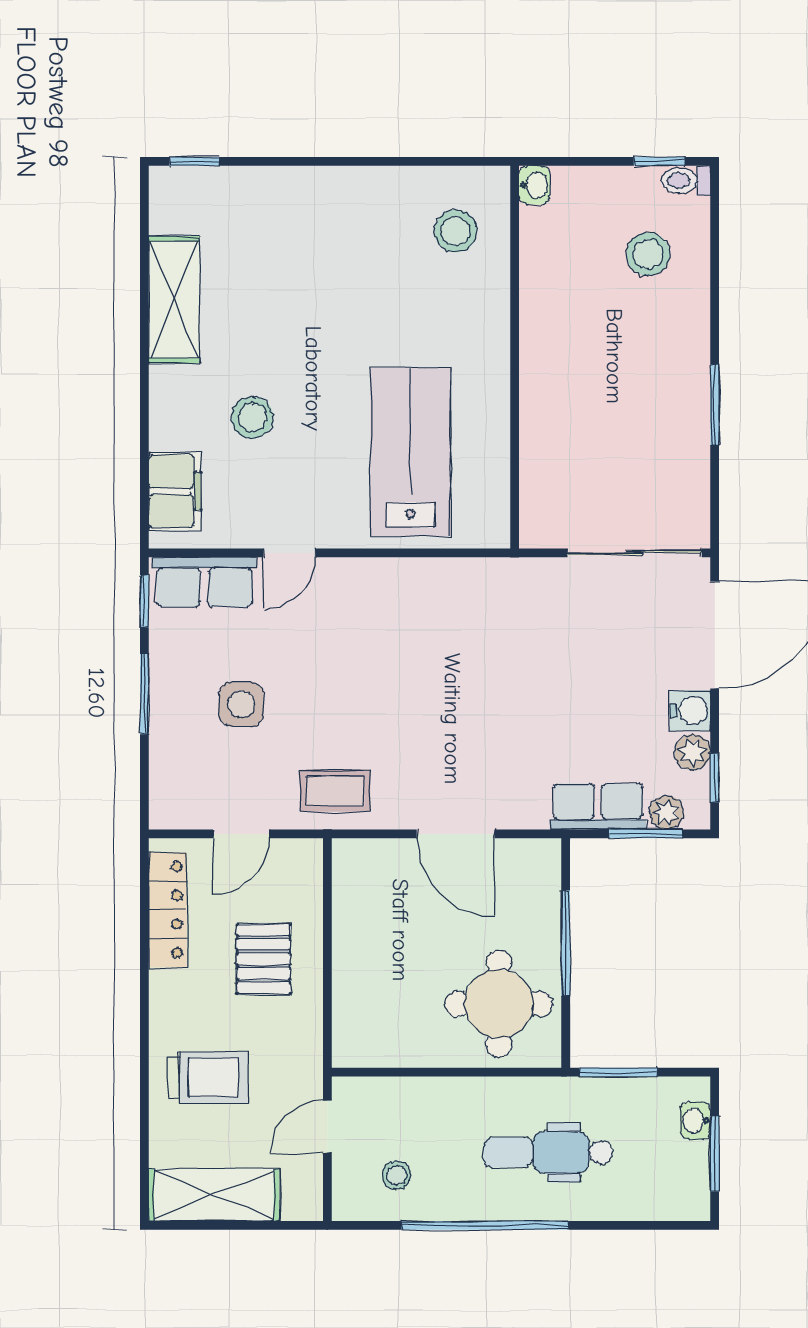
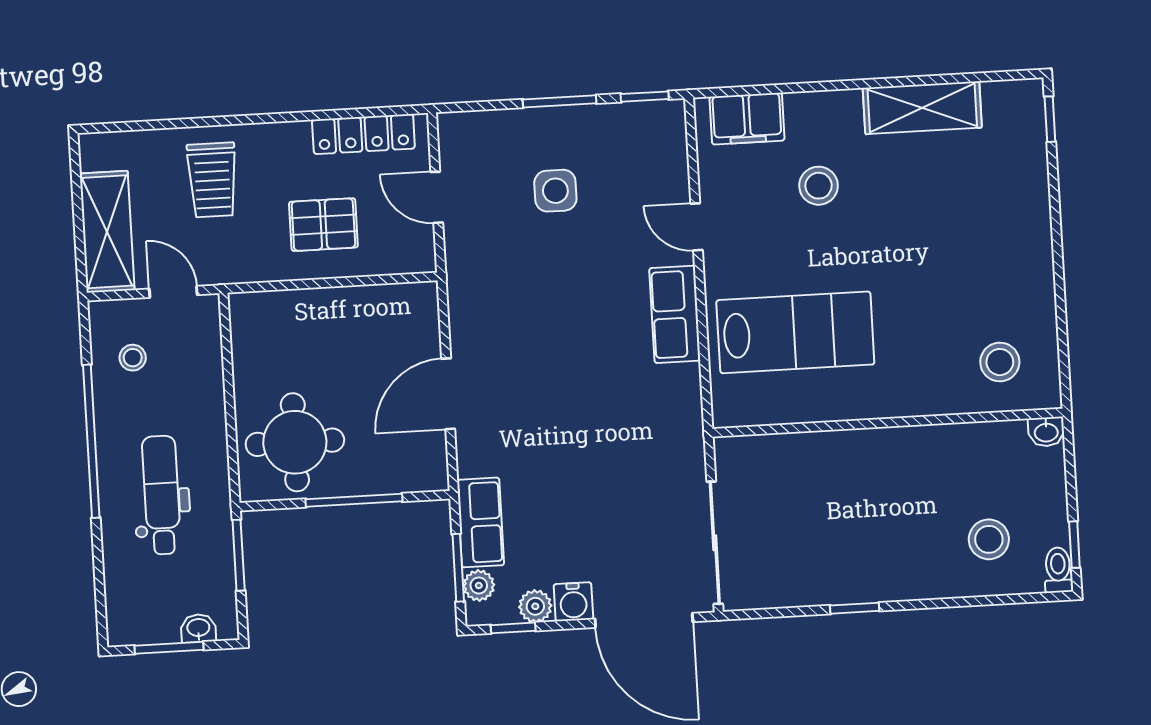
window: (715, 405) -> (855, 608), width x0.67
row of seats: (204, 582) -> (675, 314), moved
coffee table: (335, 791) -> (481, 281), removed
shelving: (214, 1195) -> (107, 232), moved

